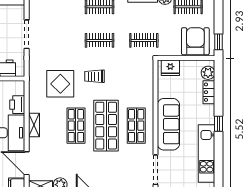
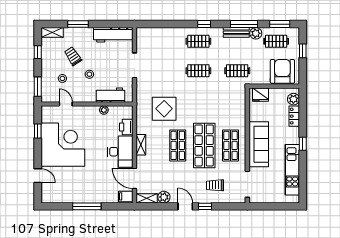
window: (219, 42) -> (303, 51), moved
trolley: (94, 76) -> (215, 185), moved

